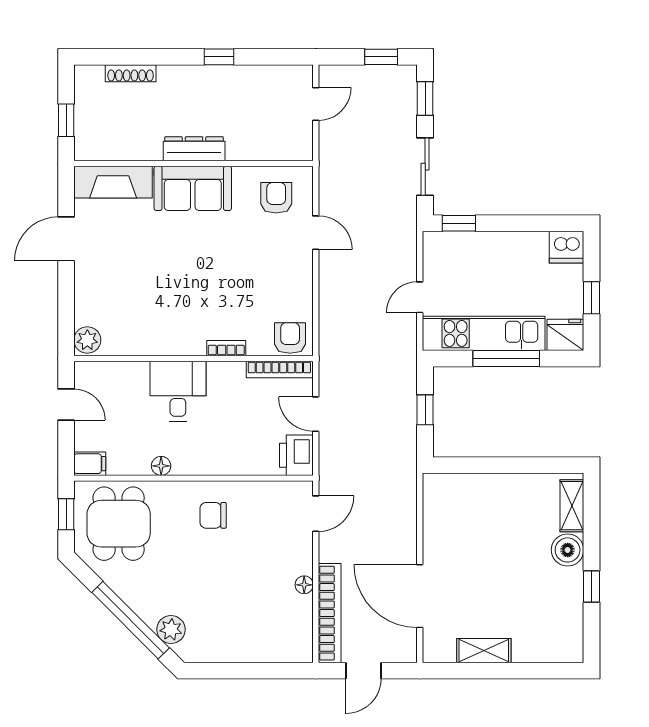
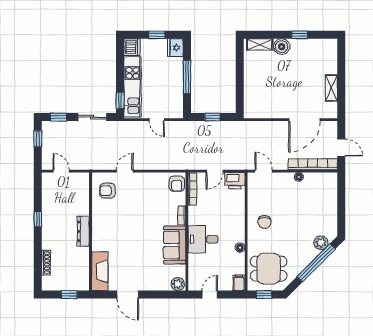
sofa: (193, 188) -> (175, 245), moved, turned 180
kitchen unit: (484, 333) -> (132, 87), moved, turned 180
armchair: (290, 338) -> (177, 184), turned -90

